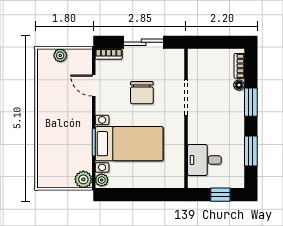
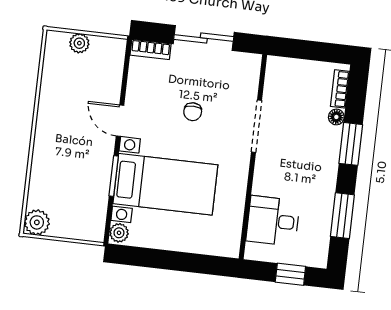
door: (94, 86) -> (120, 121), moved
chair: (142, 93) -> (193, 112), width x0.54, depth x0.54
plant: (83, 179) -> (37, 222), moved

